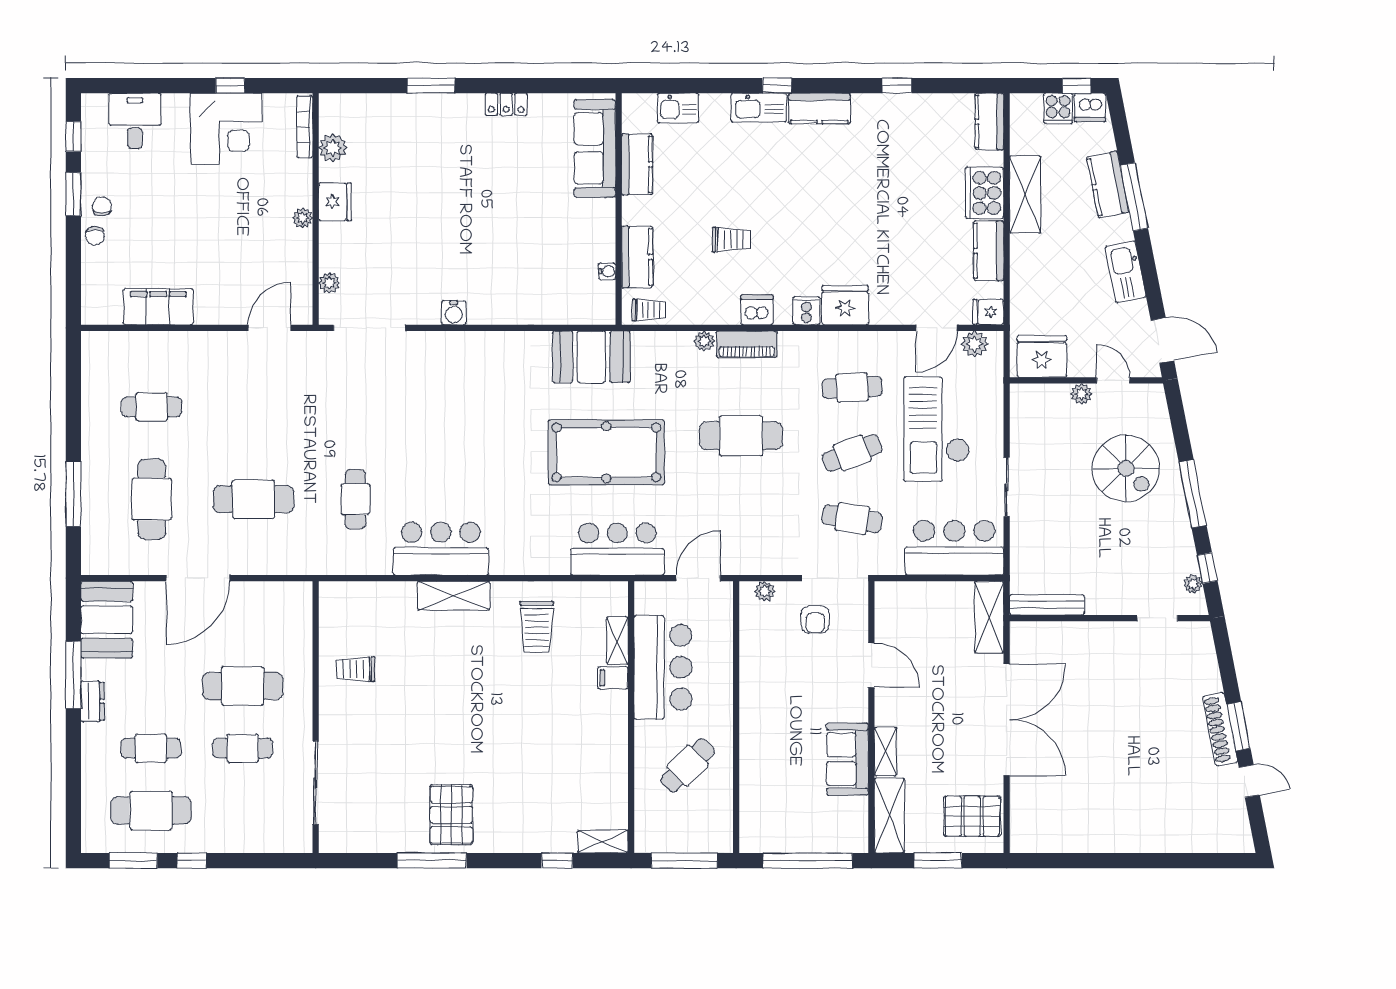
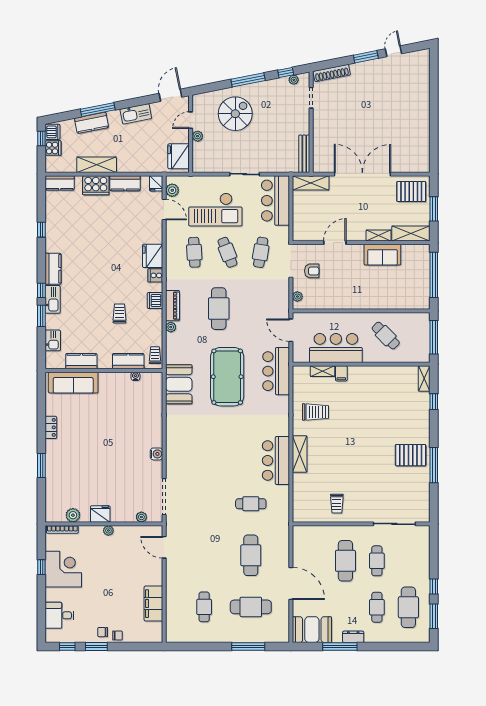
window: (727, 86) -> (41, 316), added
shoe rack: (1220, 729) -> (332, 73), moved
pallet: (972, 816) -> (411, 191), turned 90

